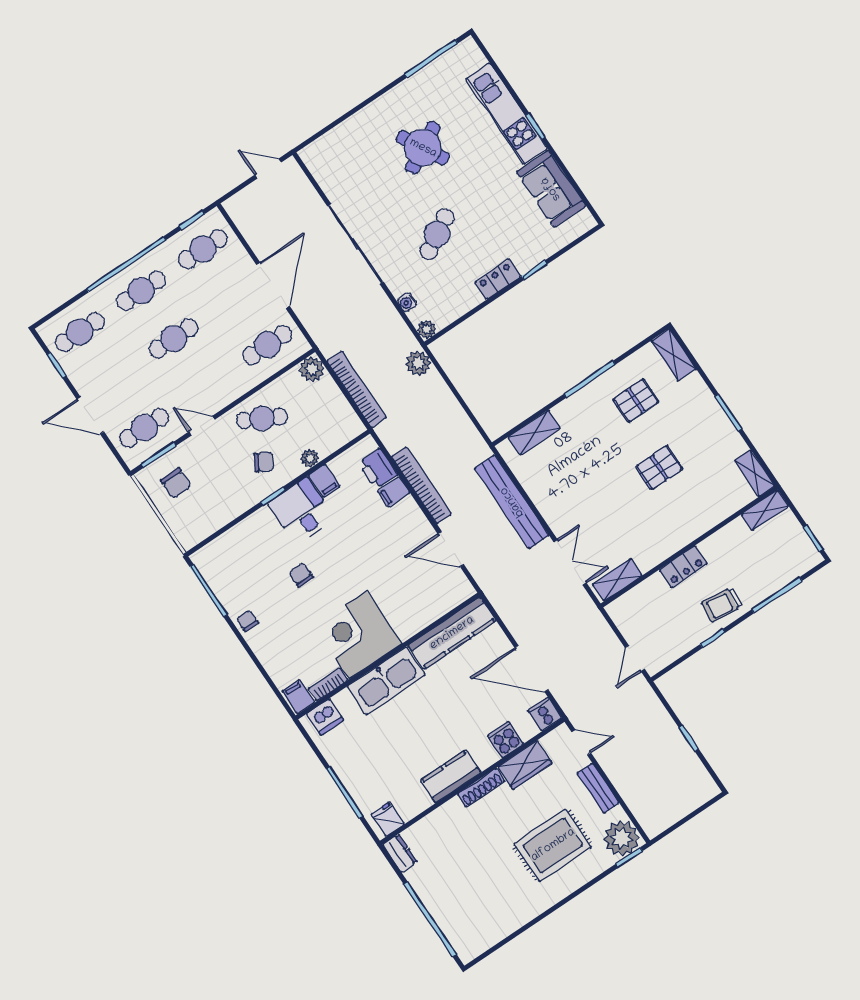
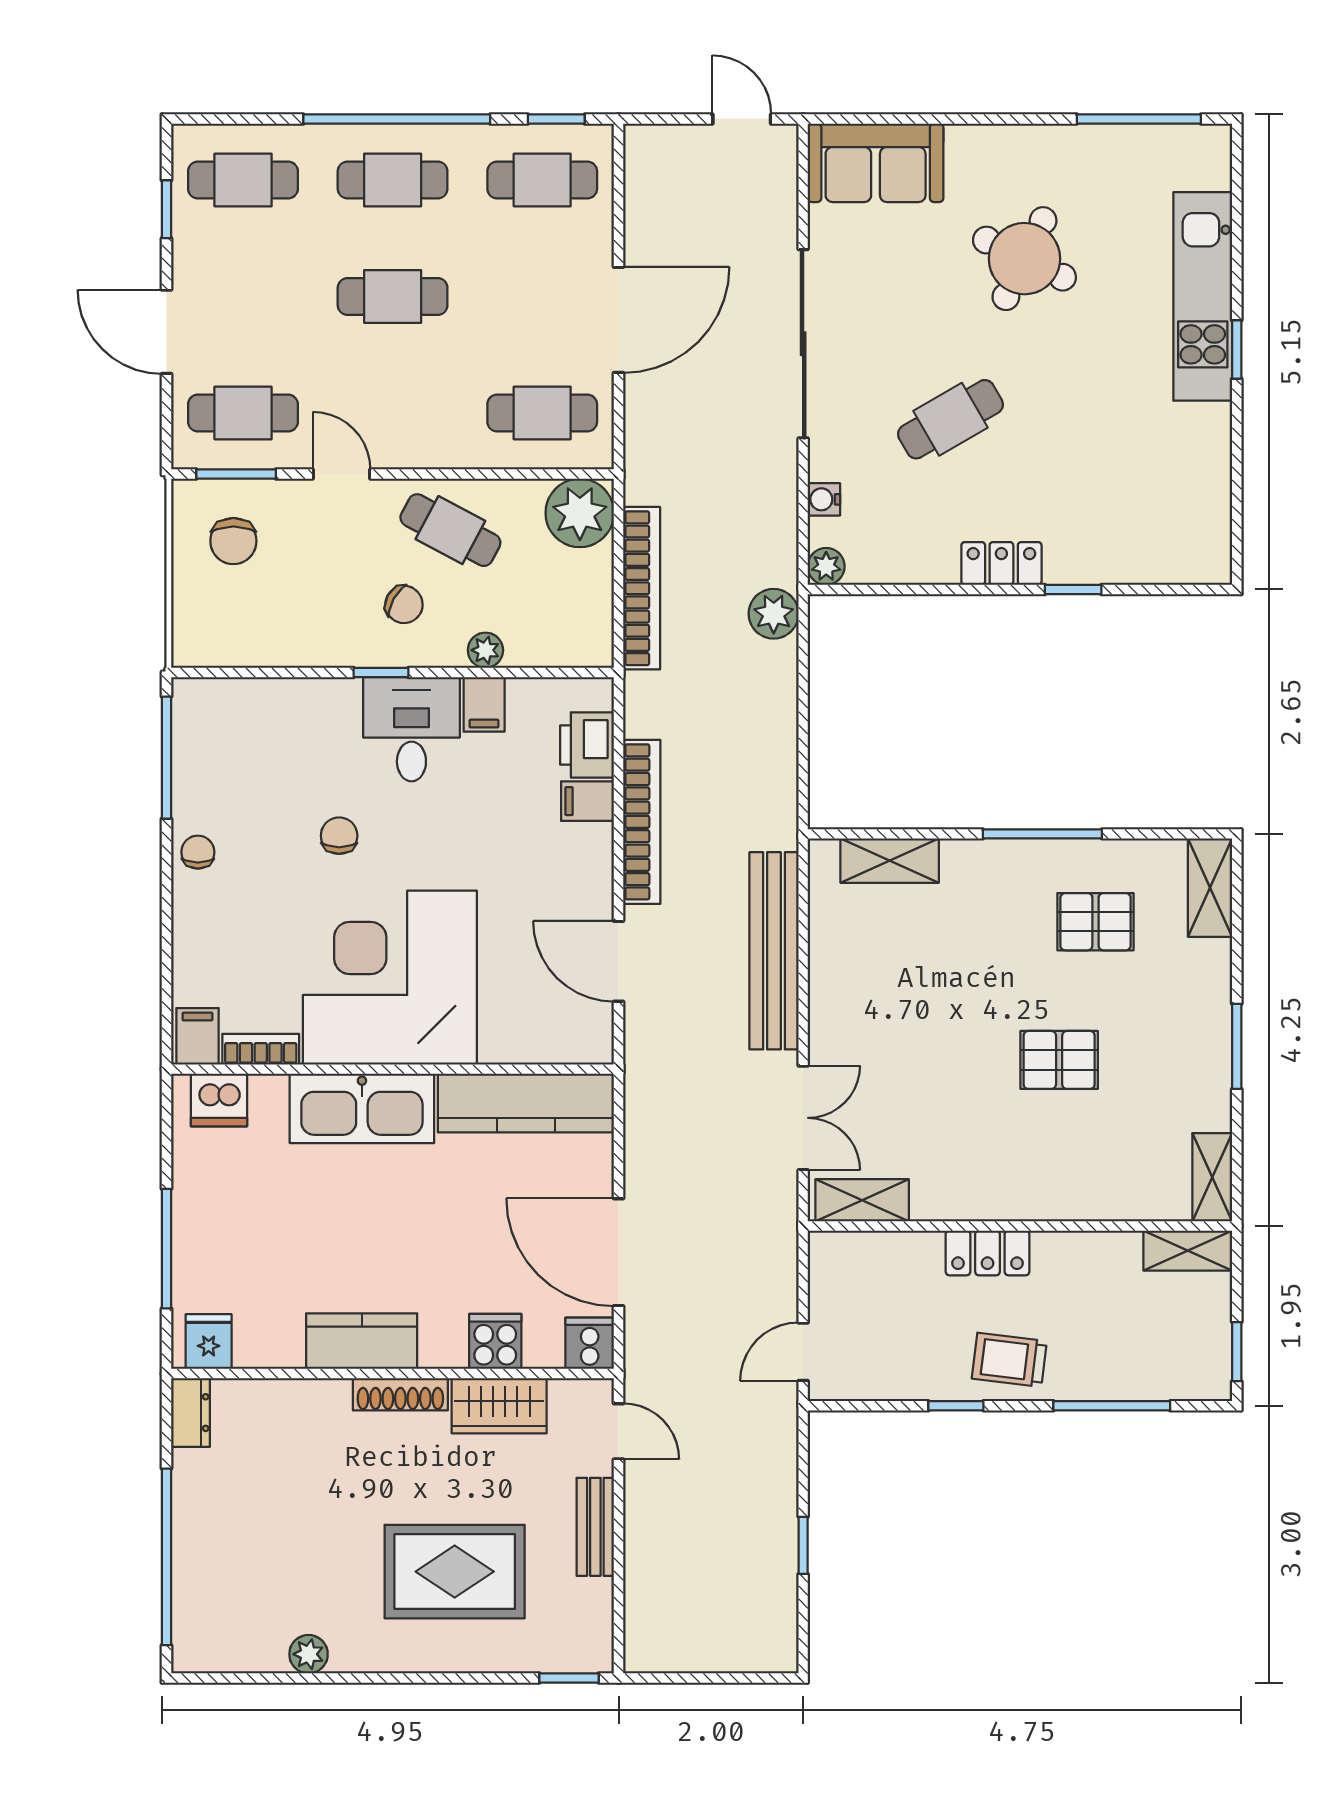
round table: (423, 148) -> (1024, 259), turned -35
sofa: (551, 189) -> (876, 163), moved, turned -90
plant: (312, 369) -> (580, 513), width x1.36, depth x1.36
corner desk: (358, 635) -> (390, 978), width x1.36, depth x1.36
plant: (622, 838) -> (309, 1654), moved, width x0.53, depth x0.53

